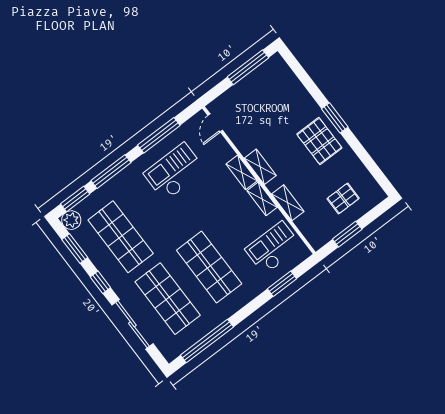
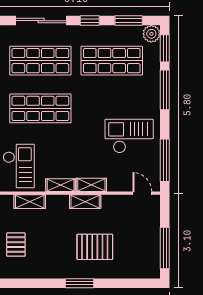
window: (159, 135) -> (165, 160), moved
pallet: (319, 141) -> (95, 247), moved
checkout: (174, 172) -> (129, 136), turned -90
shelving: (288, 203) -> (30, 202), moved

